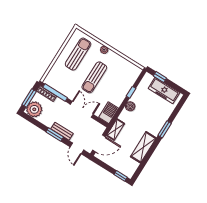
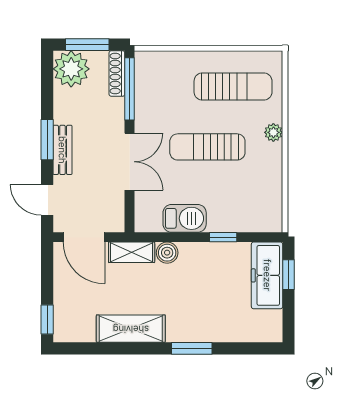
freezer: (164, 91) -> (267, 275), moved
boiler: (130, 106) -> (167, 253), moved
barbecue: (109, 113) -> (185, 218), moved
door: (77, 148) -> (47, 200), hinge flipped

